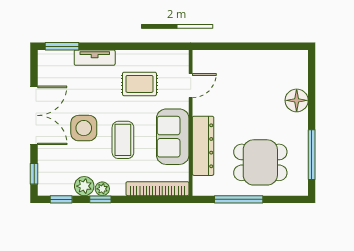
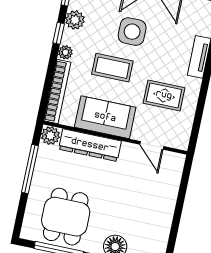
rug: (139, 84) -> (164, 95), turned 90
dining table: (260, 162) -> (66, 217), moved
plant: (202, 186) -> (50, 136), added
plant: (102, 189) -> (65, 52), moved

